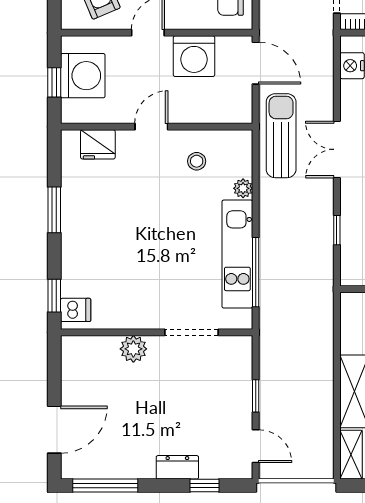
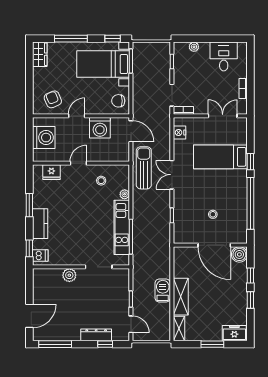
window: (54, 82) -> (29, 141), removed
kitchen counter: (75, 247) -> (40, 224), added
barbecue: (319, 379) -> (163, 290), added
dresser: (177, 467) -> (96, 335), width x1.44

